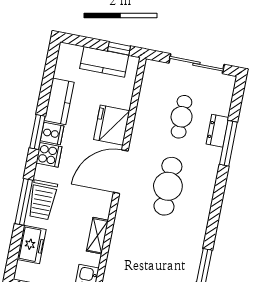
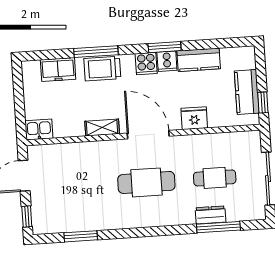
fridge: (112, 125) -> (194, 118), width x0.73, depth x0.75
window: (228, 143) -> (218, 227), moved
shelving: (97, 236) -> (102, 128), moved

